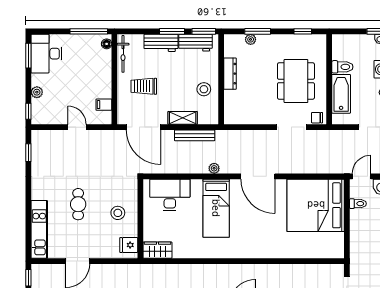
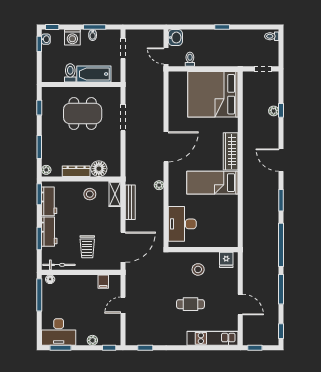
window: (172, 31) -> (39, 239), moved
plant: (251, 39) -> (46, 170), moved
floor lamp: (233, 100) -> (99, 169), added
shelving: (183, 118) -> (115, 194), moved
chair: (317, 118) -> (115, 95), removed
bed: (316, 205) -> (213, 94), moved, turned 90
bed: (216, 208) -> (212, 183), moved, turned 180
wardrobe: (157, 250) -> (231, 151), moved, width x1.50

